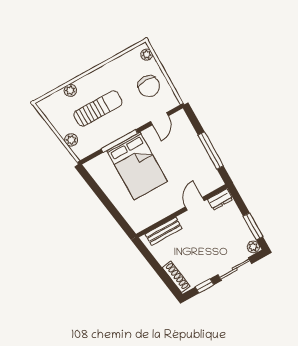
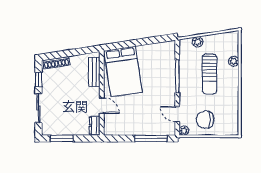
plant: (147, 55) -> (184, 131), moved
window: (211, 150) -> (151, 138), moved
bed: (137, 166) -> (123, 72), moved, turned -99
plant: (253, 247) -> (47, 130), removed

